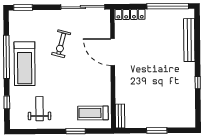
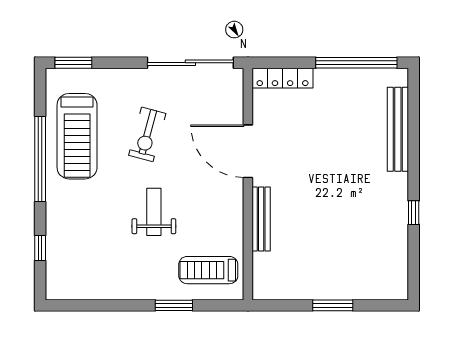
treadmill: (25, 64) -> (77, 136), moved
weight bench: (39, 109) -> (154, 212), moved
bench: (120, 116) -> (261, 219), moved, width x1.36

